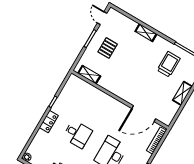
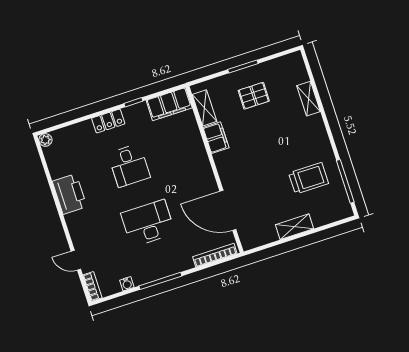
door: (102, 18) -> (278, 55), removed
shelving: (146, 33) -> (308, 99), moved
filing cabinet: (107, 84) -> (216, 138), added
filing cabinet: (71, 88) -> (169, 104), added

